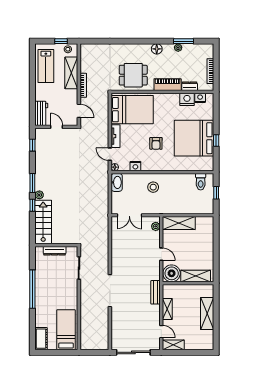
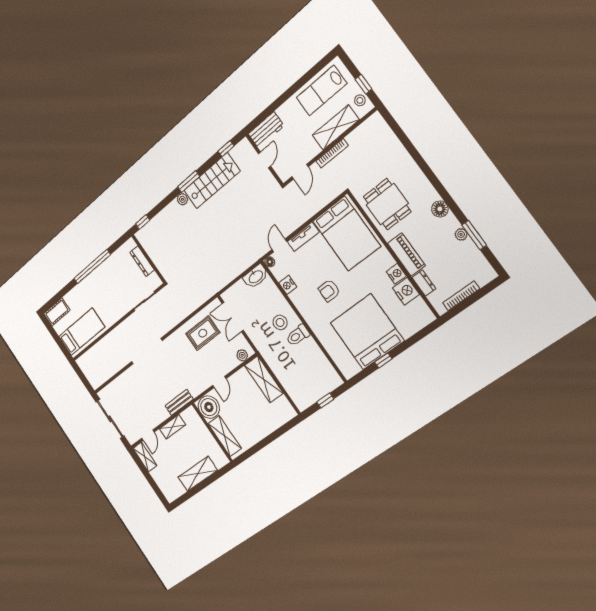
nightstand: (200, 98) -> (396, 274), moved
toilet: (201, 182) -> (298, 335), moved
window: (32, 205) -> (143, 222), moved
stairs: (43, 222) -> (212, 181), moved
rug: (125, 243) -> (203, 333), added

